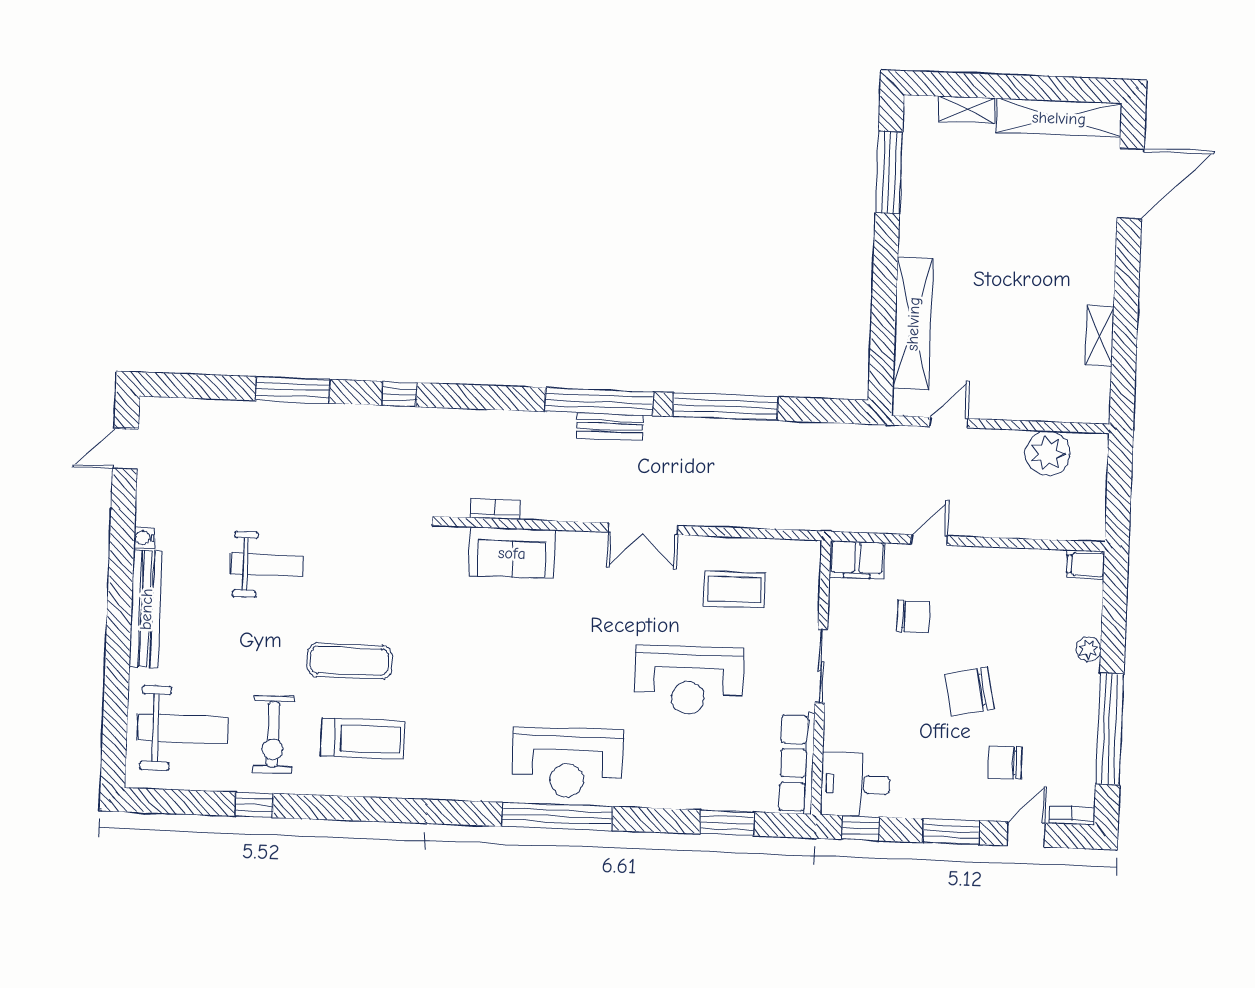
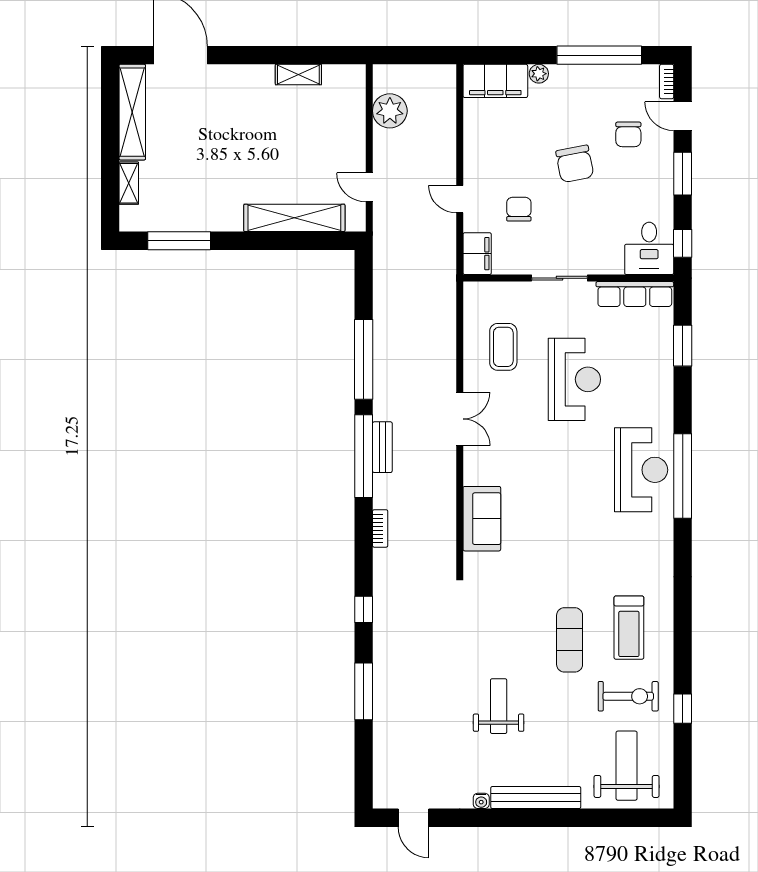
bookcase: (495, 509) -> (380, 528), moved, turned 180
filing cabinet: (1086, 564) -> (495, 81), width x3.00, depth x1.17
treadmill: (363, 739) -> (629, 628), turned 180

